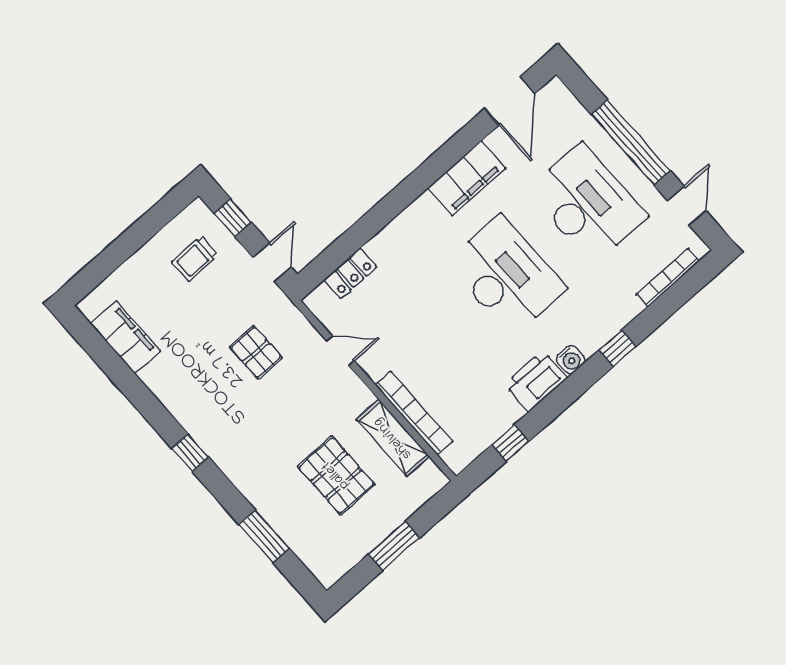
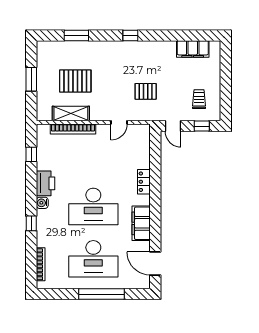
door: (687, 206) -> (61, 294), removed
locker: (350, 273) -> (144, 182), moved

